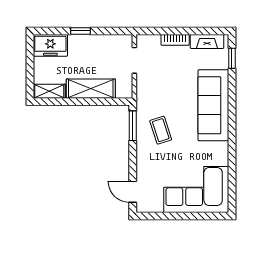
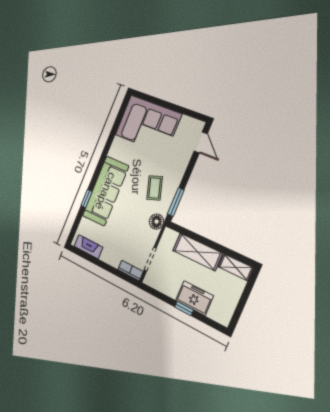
bookcase: (175, 40) -> (131, 270), moved
freezer: (50, 45) -> (194, 298), moved
window: (232, 58) -> (86, 199), moved
floor lamp: (144, 99) -> (157, 222), added

